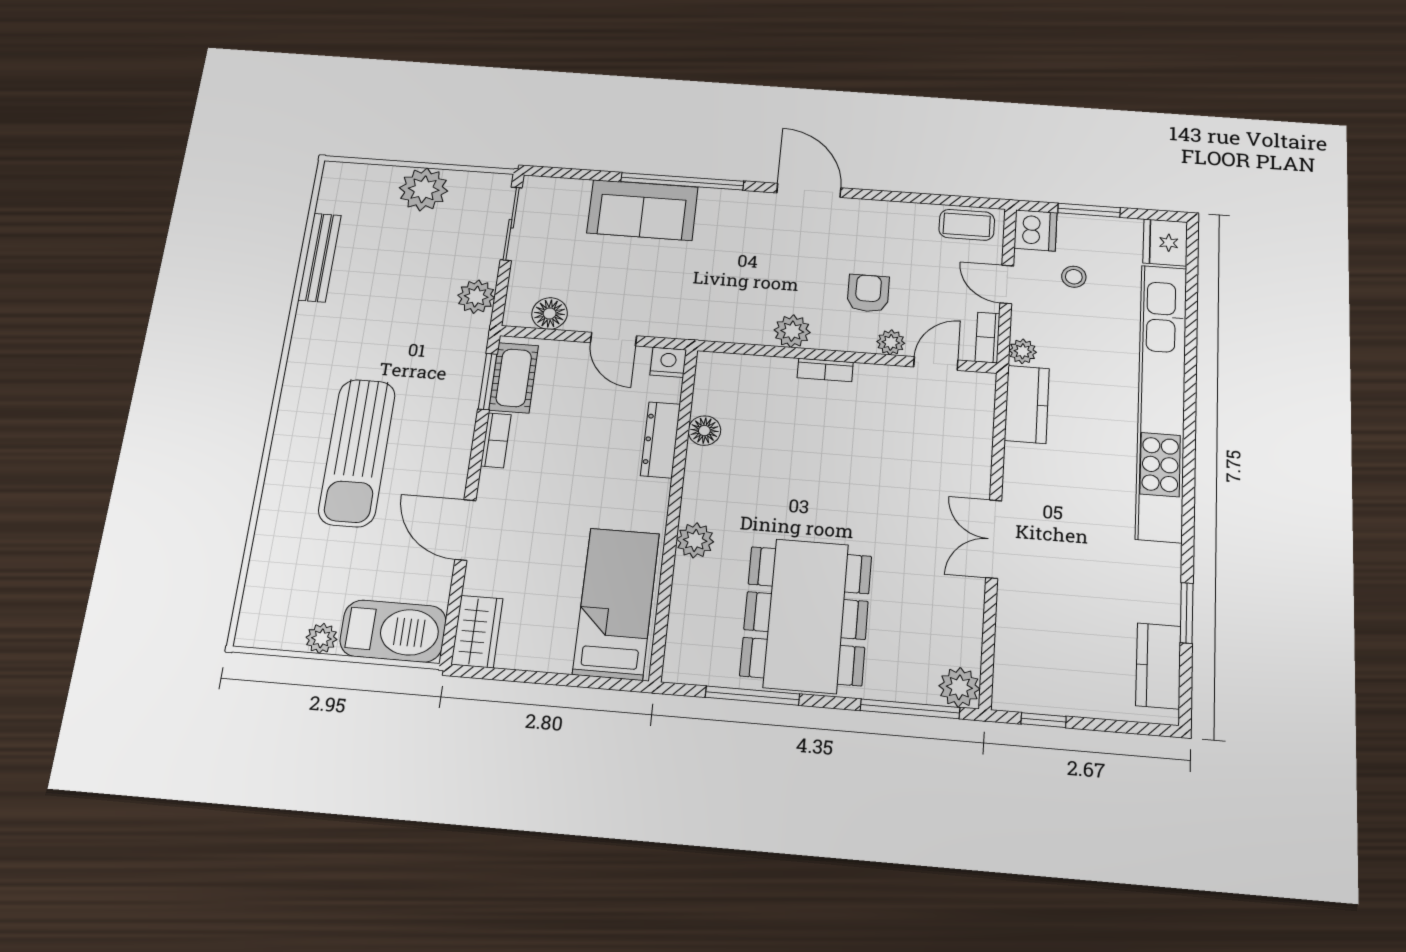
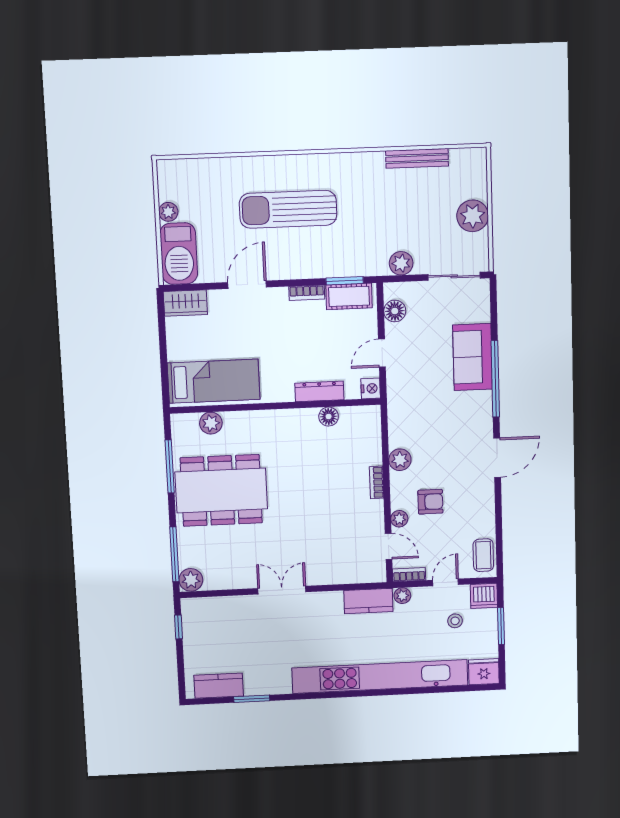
plant: (695, 540) -> (211, 423), moved

